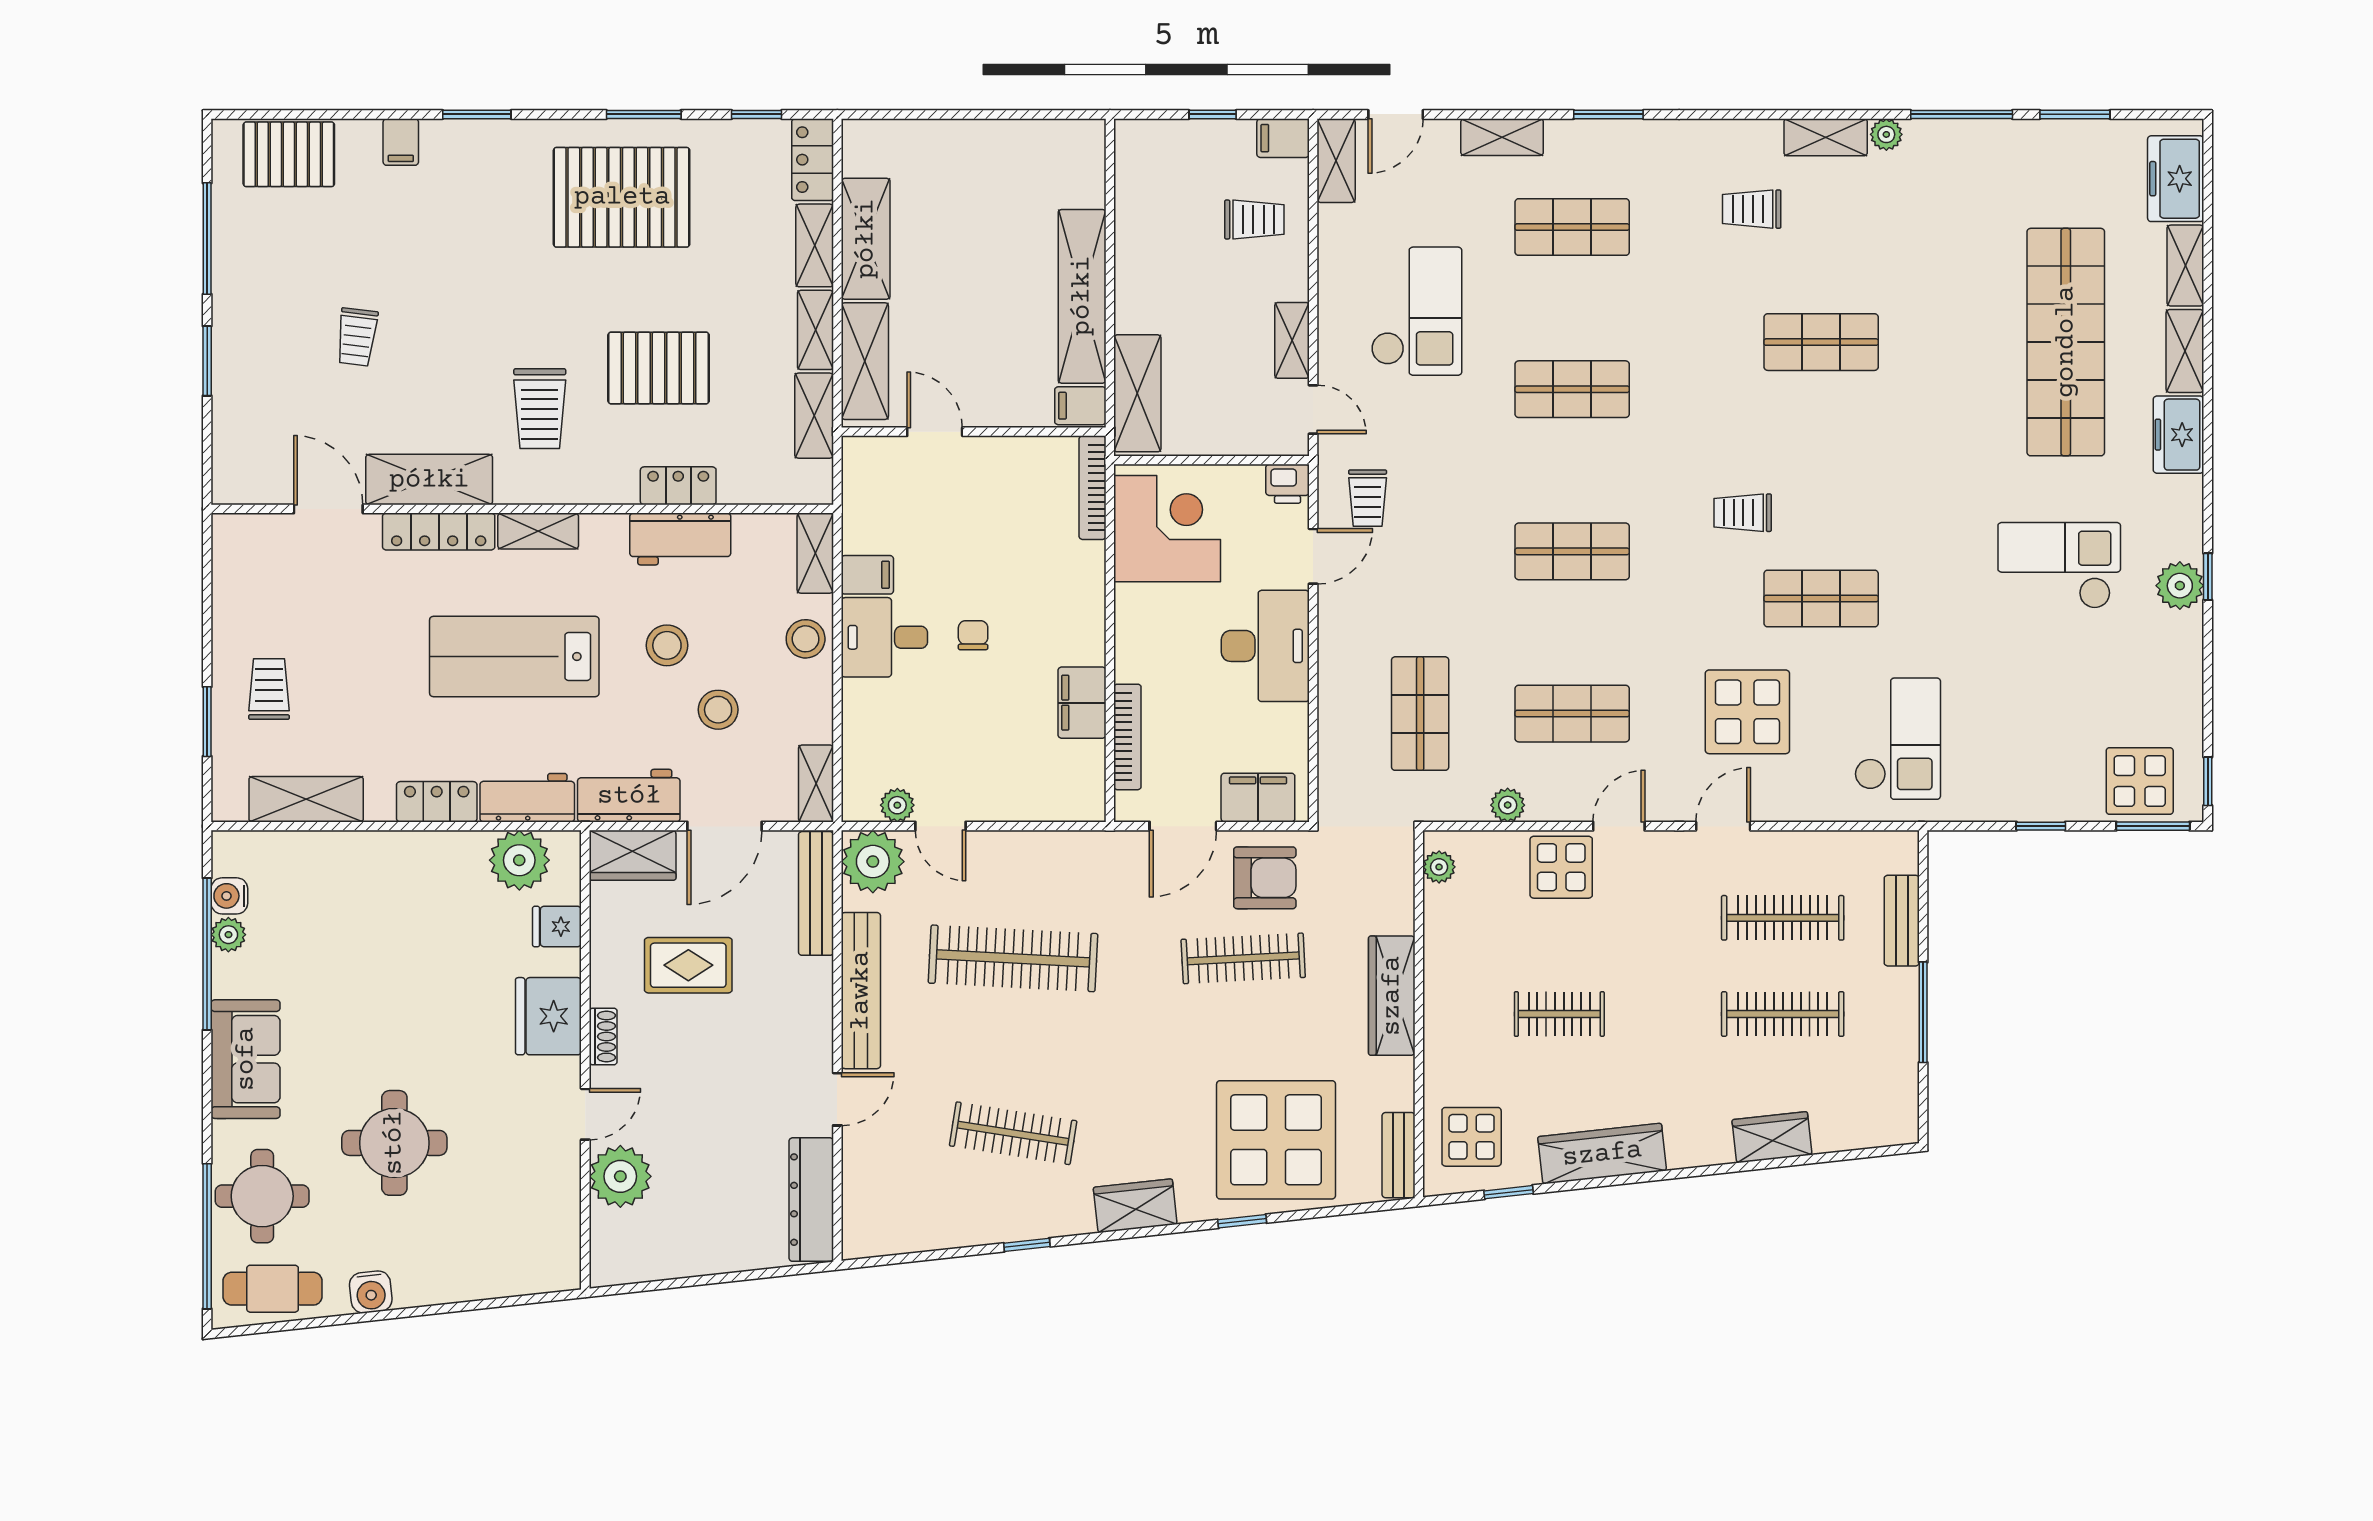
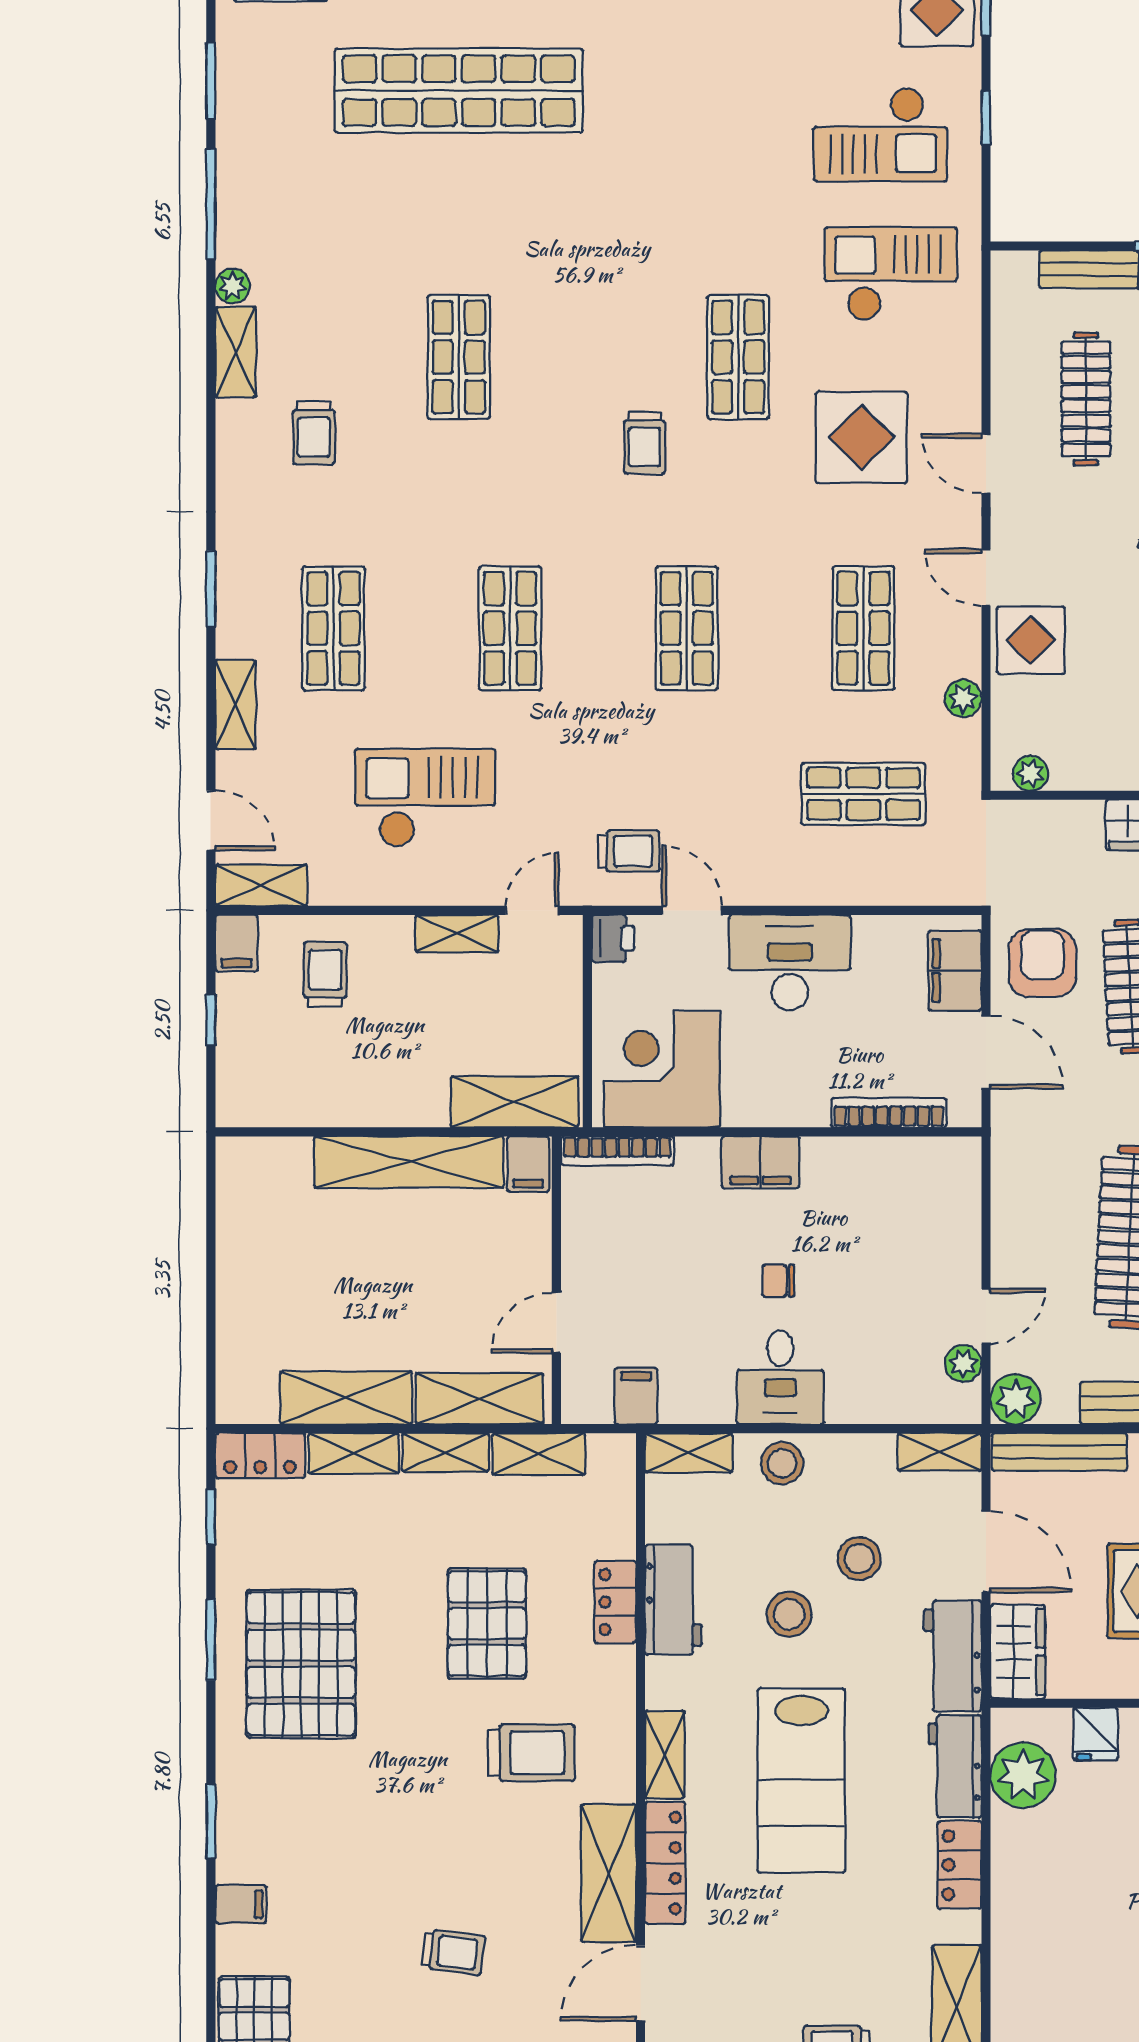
checkout: (2059, 565) -> (880, 134), moved, turned -90
filing cabinet: (867, 575) -> (636, 1396), moved
filing cabinet: (1082, 703) -> (760, 1162), moved
plant: (873, 862) -> (1015, 1399), width x0.73, depth x0.73

